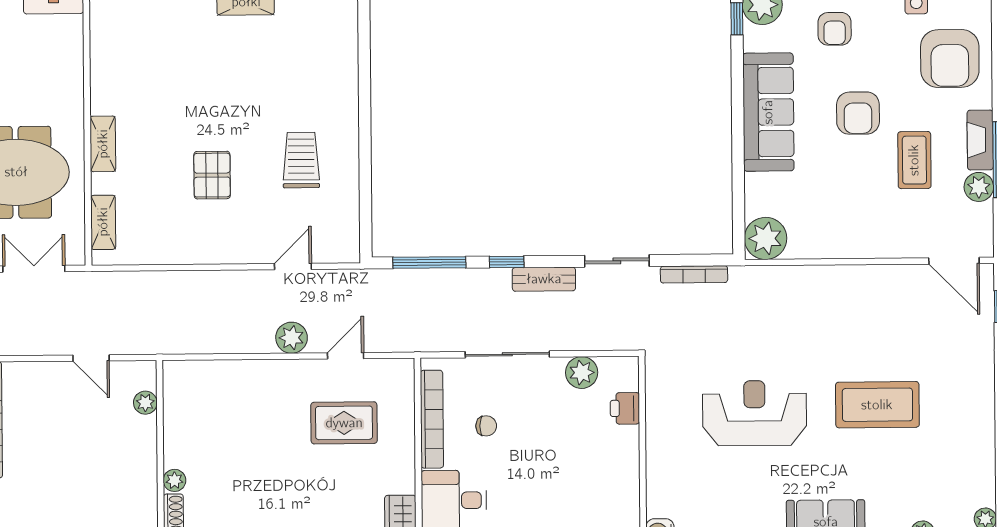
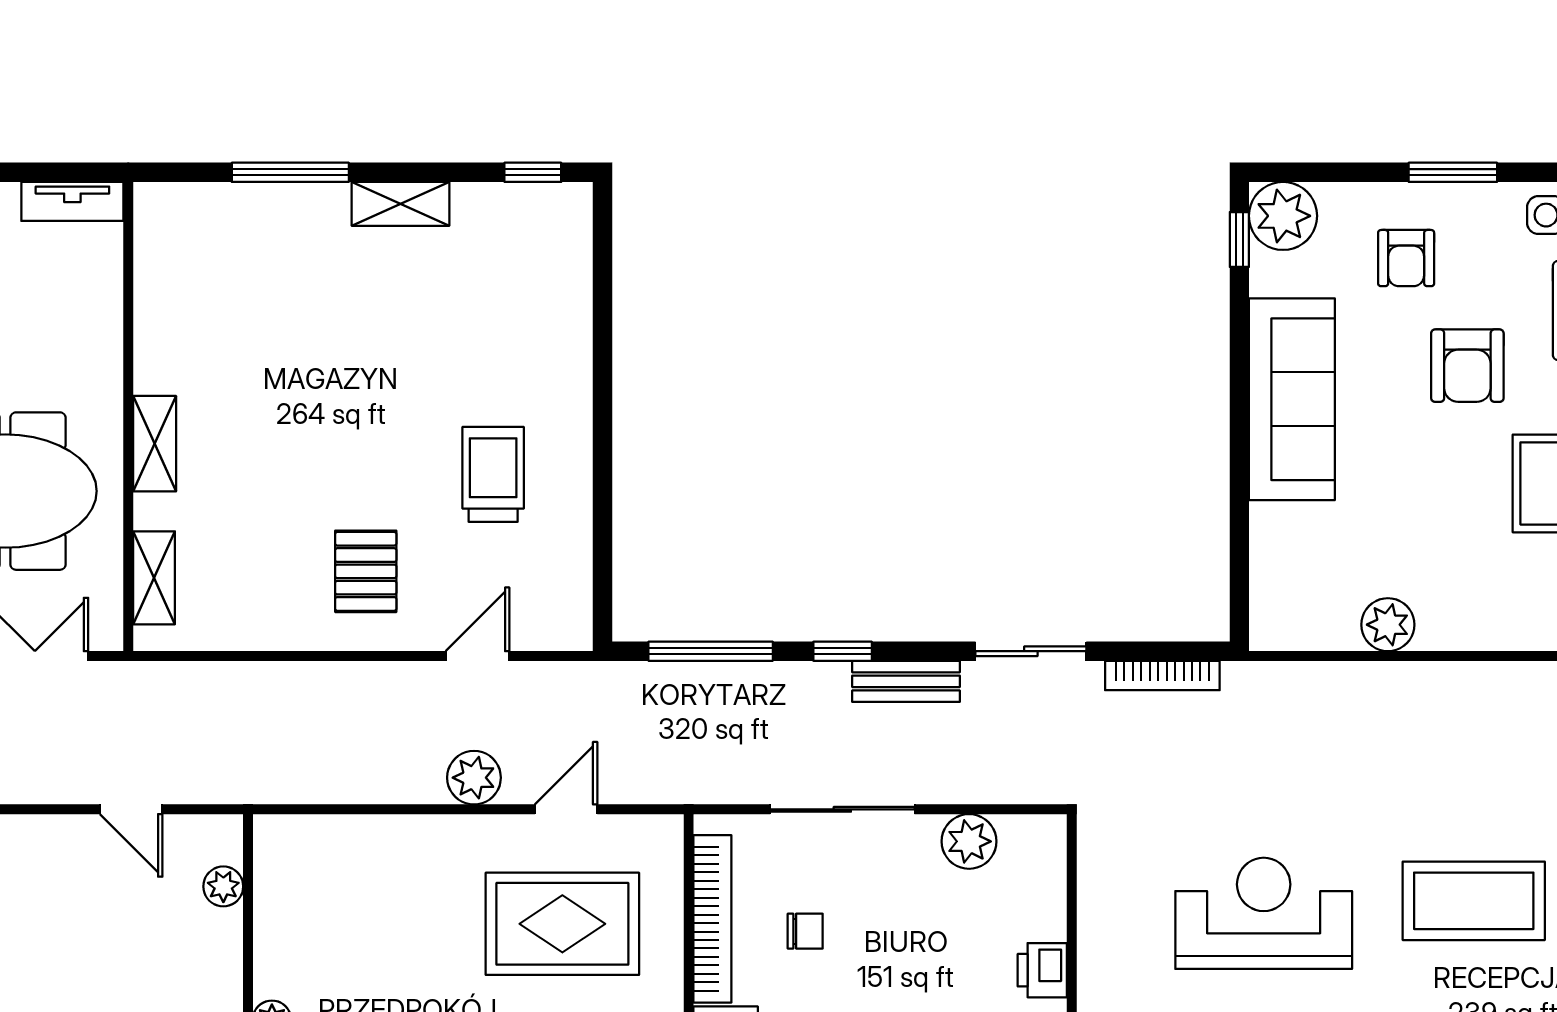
armchair: (858, 113) -> (1467, 366), moved
pallet: (212, 175) -> (366, 571), moved
plant: (766, 238) -> (1388, 625), moved, width x0.73, depth x0.73
printer: (625, 408) -> (1042, 970), moved
rug: (344, 423) -> (562, 924), width x1.36, depth x1.43

